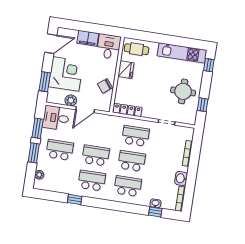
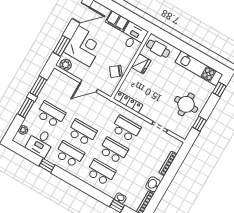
plant: (71, 100) -> (66, 65), moved
desk: (56, 118) -> (40, 143), moved, turned -90

